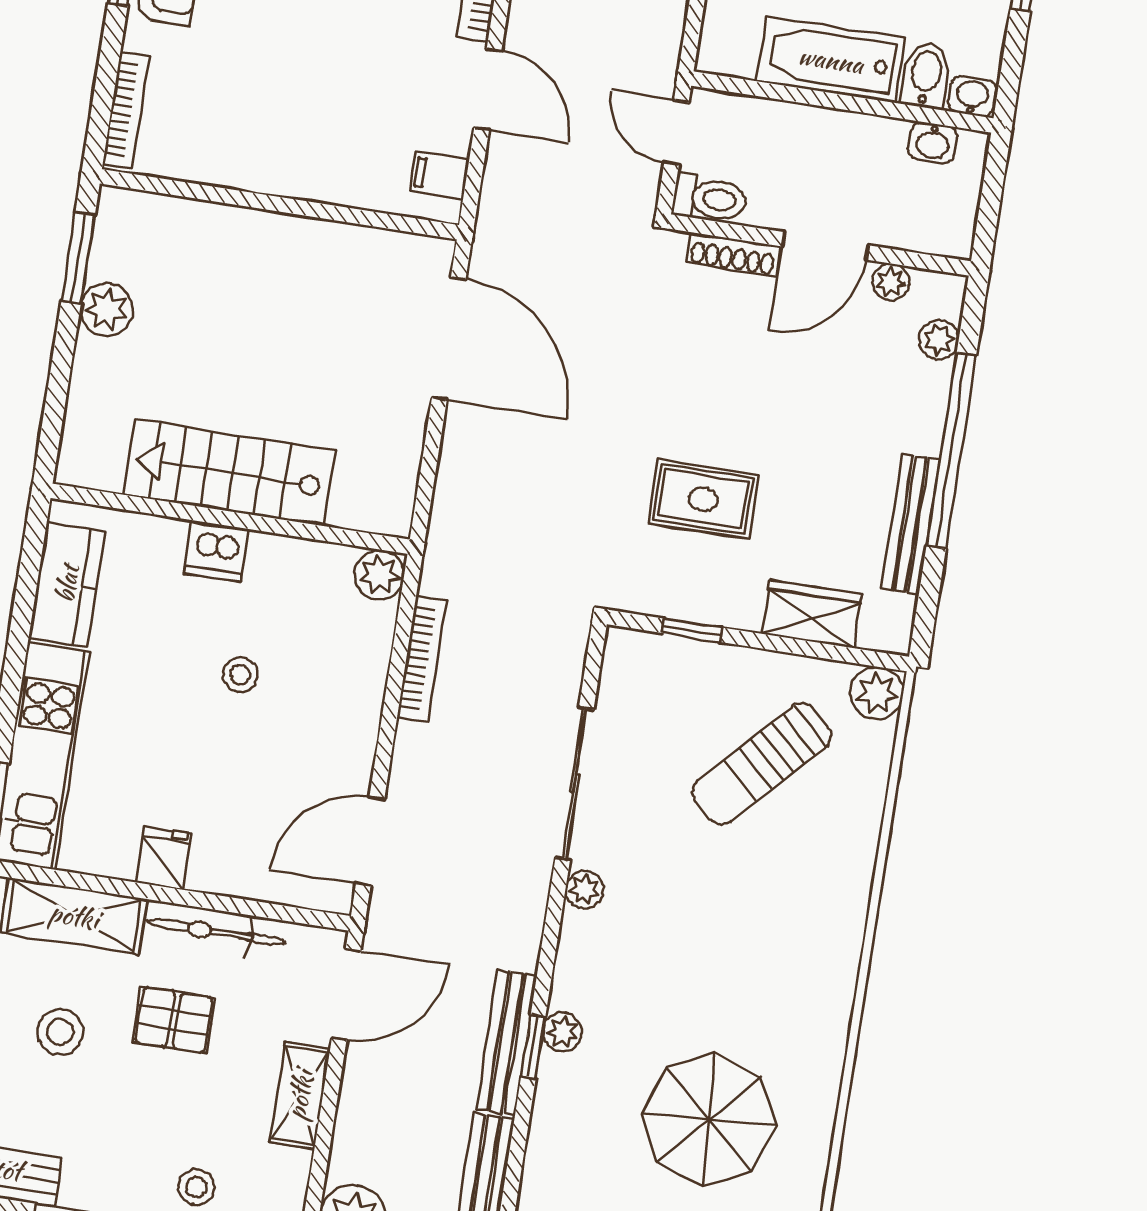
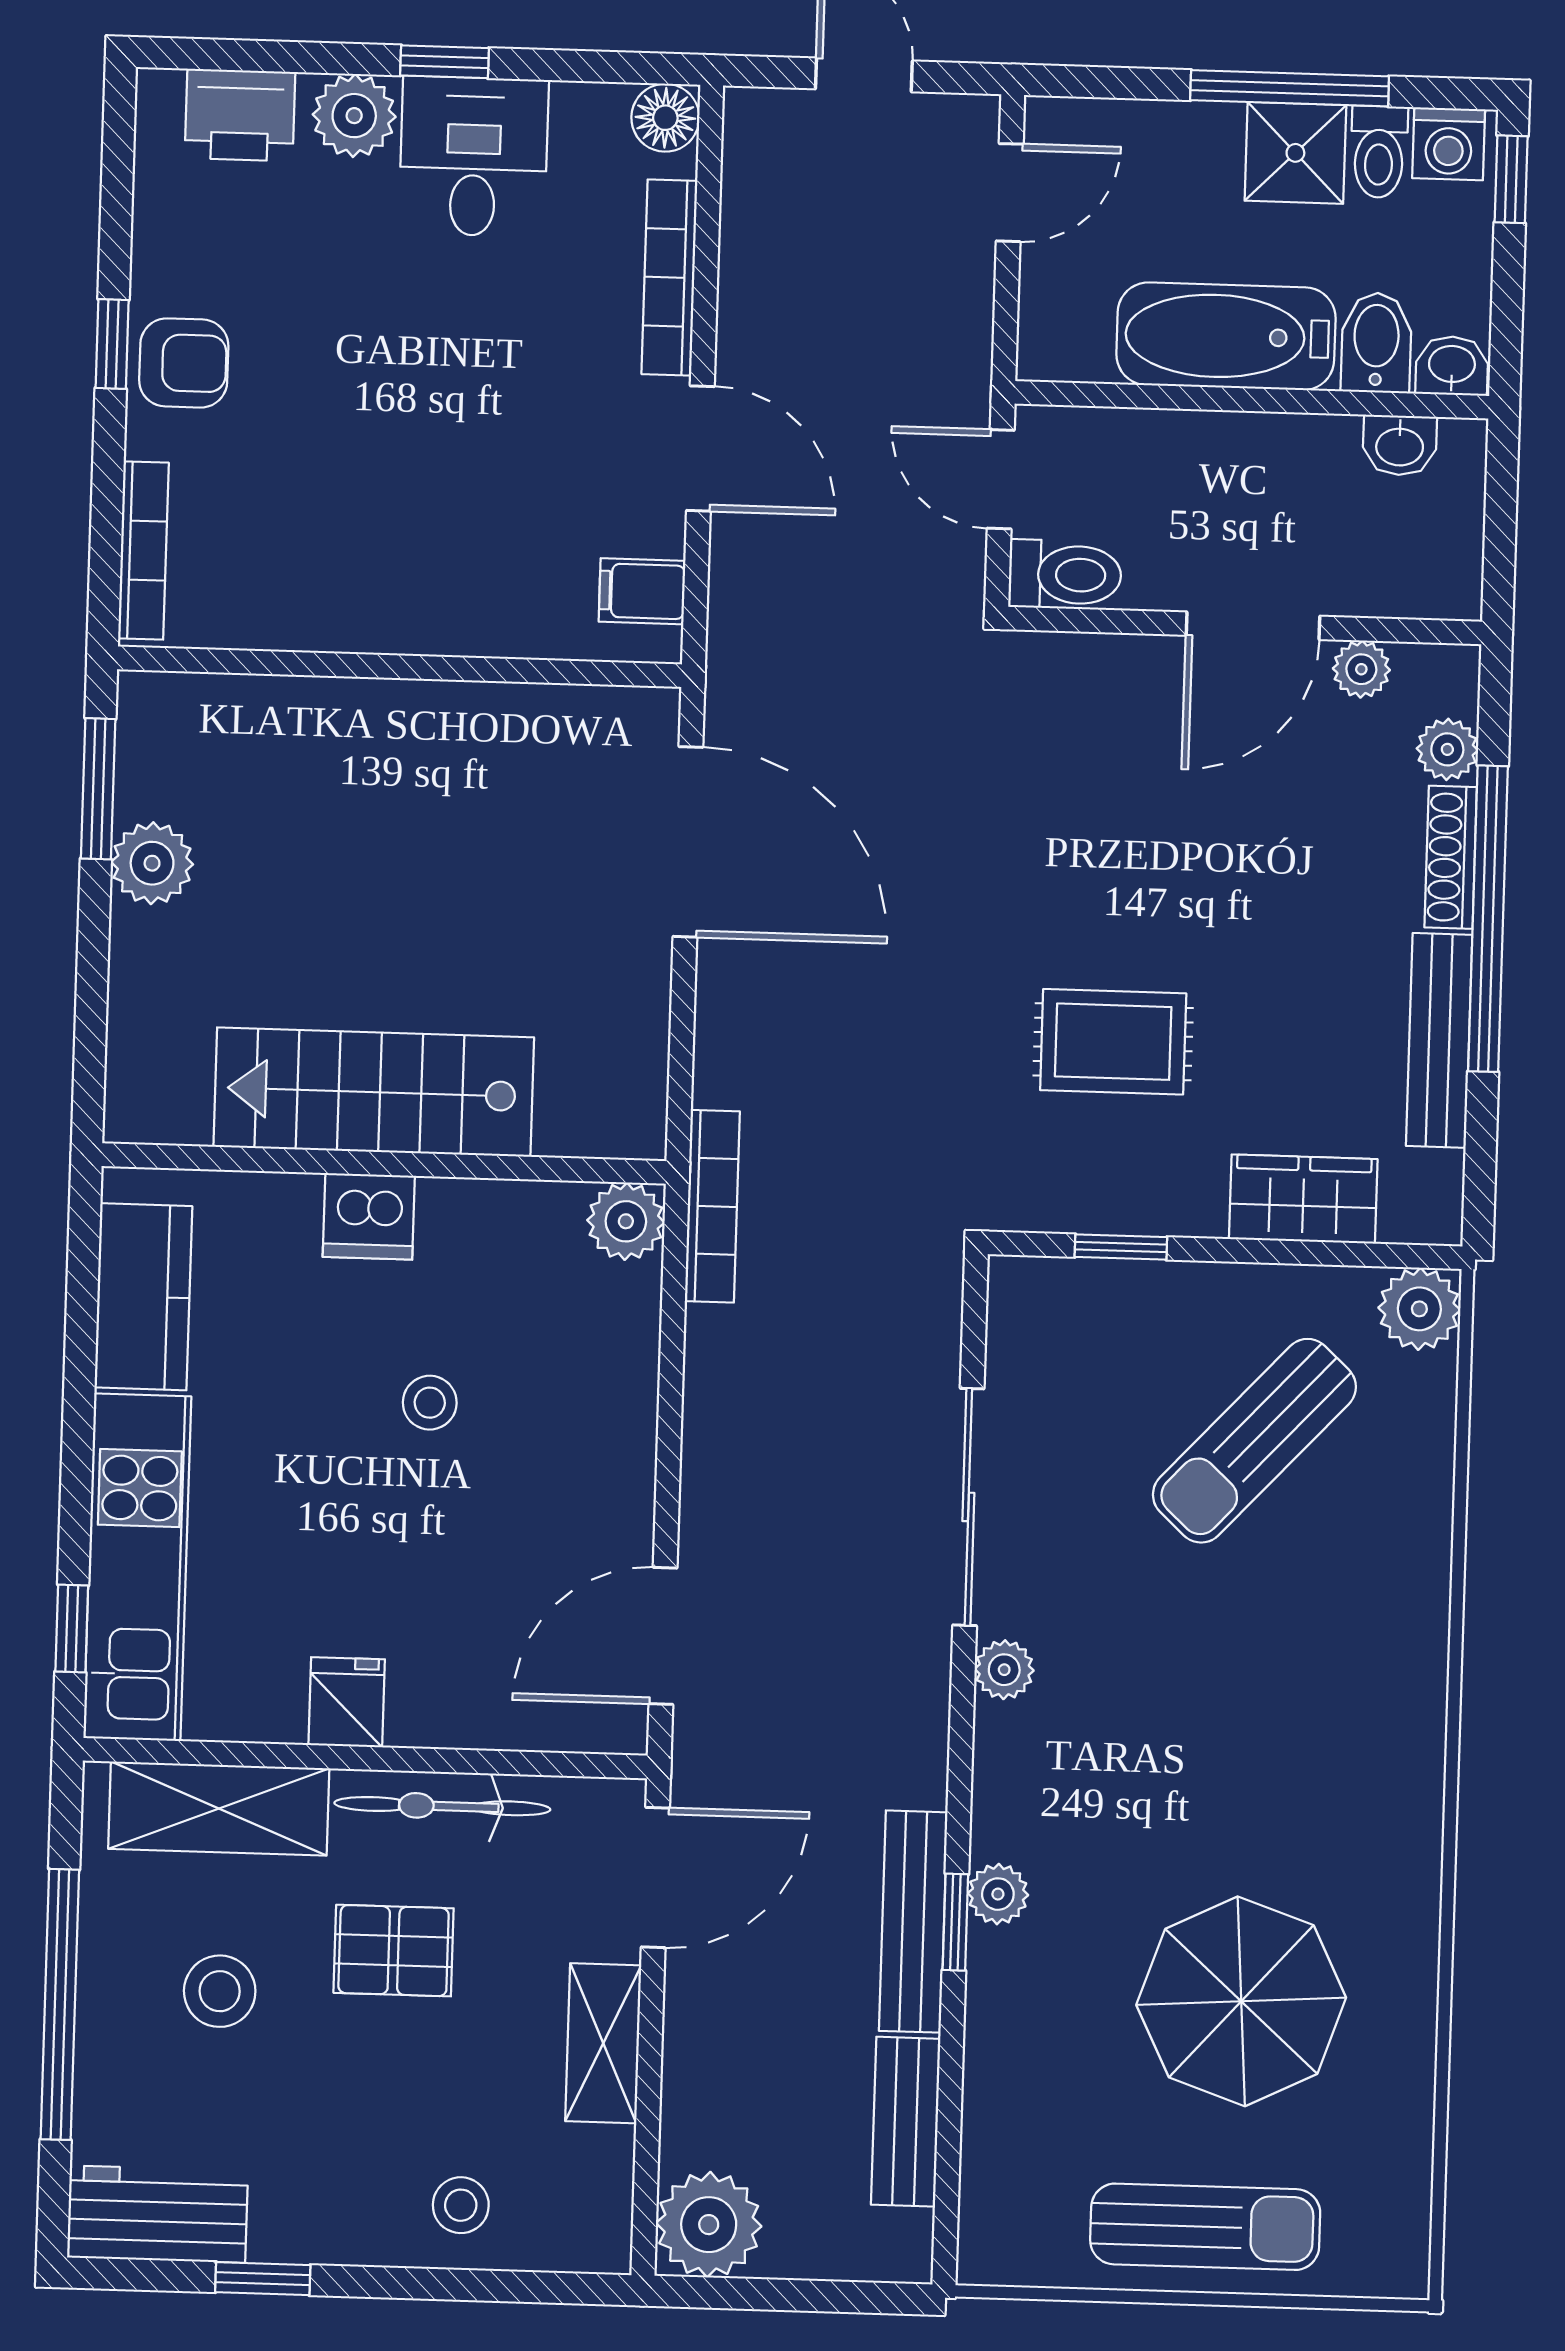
shoe rack: (733, 254) -> (1451, 857), moved, turned 90
bookcase: (422, 659) -> (712, 1206), moved

